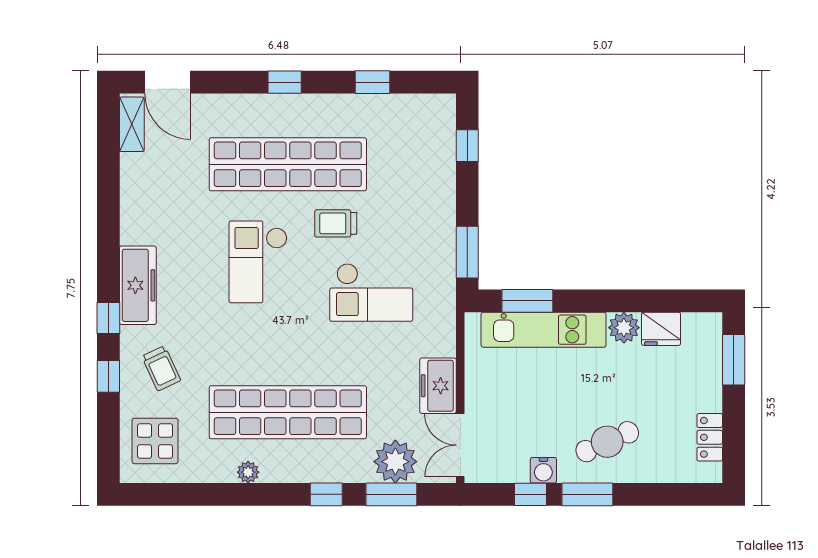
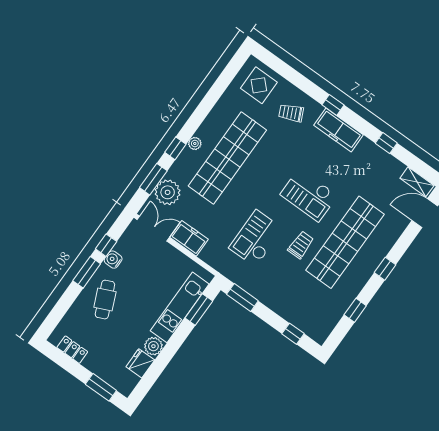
checkout: (258, 262) -> (309, 195), turned 180
window: (108, 376) -> (386, 143), moved
plant: (248, 472) -> (195, 144), moved

